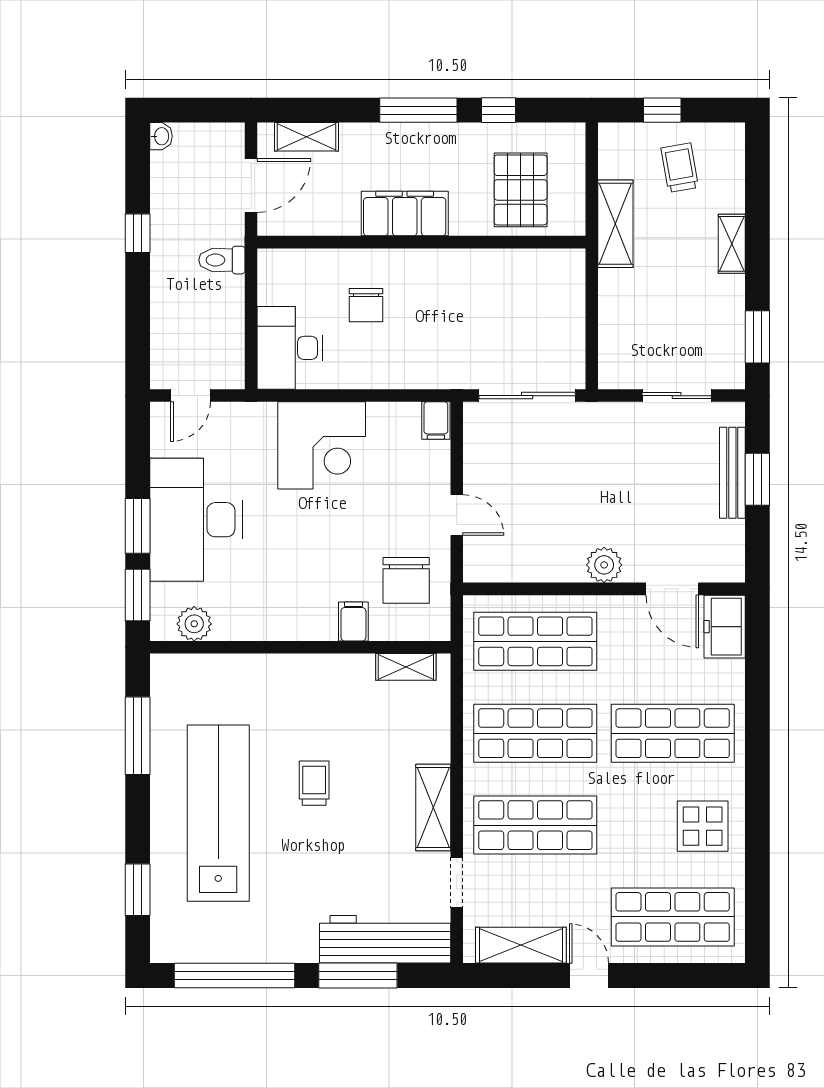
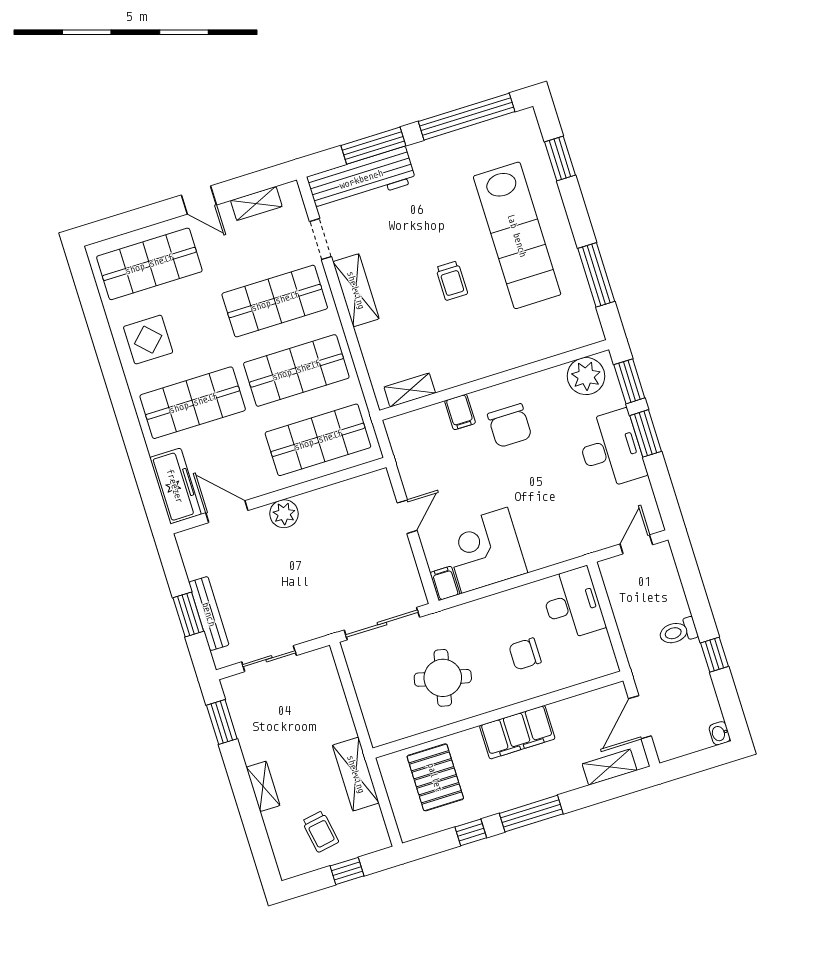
toilet: (222, 260) -> (678, 632), moved, turned 180
chair: (366, 305) -> (525, 654), turned -90
round table: (474, 307) -> (443, 678), added
corner desk: (322, 445) -> (485, 550), moved
door: (457, 515) -> (407, 517), swing flipped
desk: (196, 520) -> (611, 449), width x0.73, depth x0.77
chair: (406, 580) -> (510, 426), moved, turned 180
plant: (194, 624) -> (586, 376), width x1.36, depth x1.36
freezer: (725, 627) -> (175, 486), width x1.40
shelving: (521, 945) -> (256, 203), width x0.67, depth x0.75

